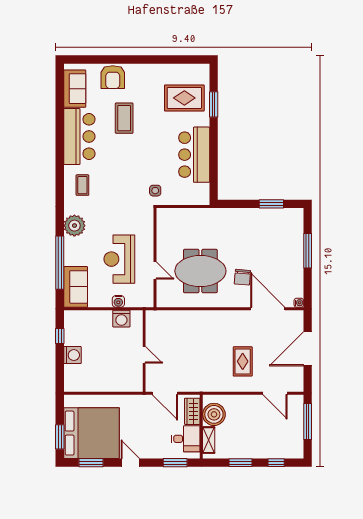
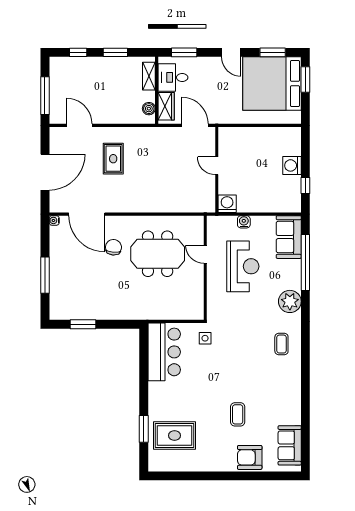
armchair: (113, 77) -> (250, 457), turned -90
coffee table: (124, 118) -> (238, 414), width x0.73, depth x0.77
bar counter: (79, 136) -> (285, 395), removed
bar counter: (194, 155) -> (164, 352), moved
washing machine: (121, 319) -> (227, 204), moved
boiler: (214, 414) -> (149, 109), width x0.54, depth x0.54

